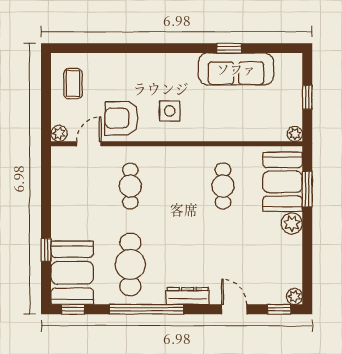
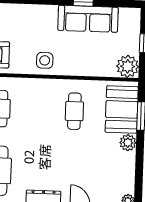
side table: (170, 111) -> (45, 60), moved
plant: (295, 134) -> (128, 66), width x1.88, depth x1.88

